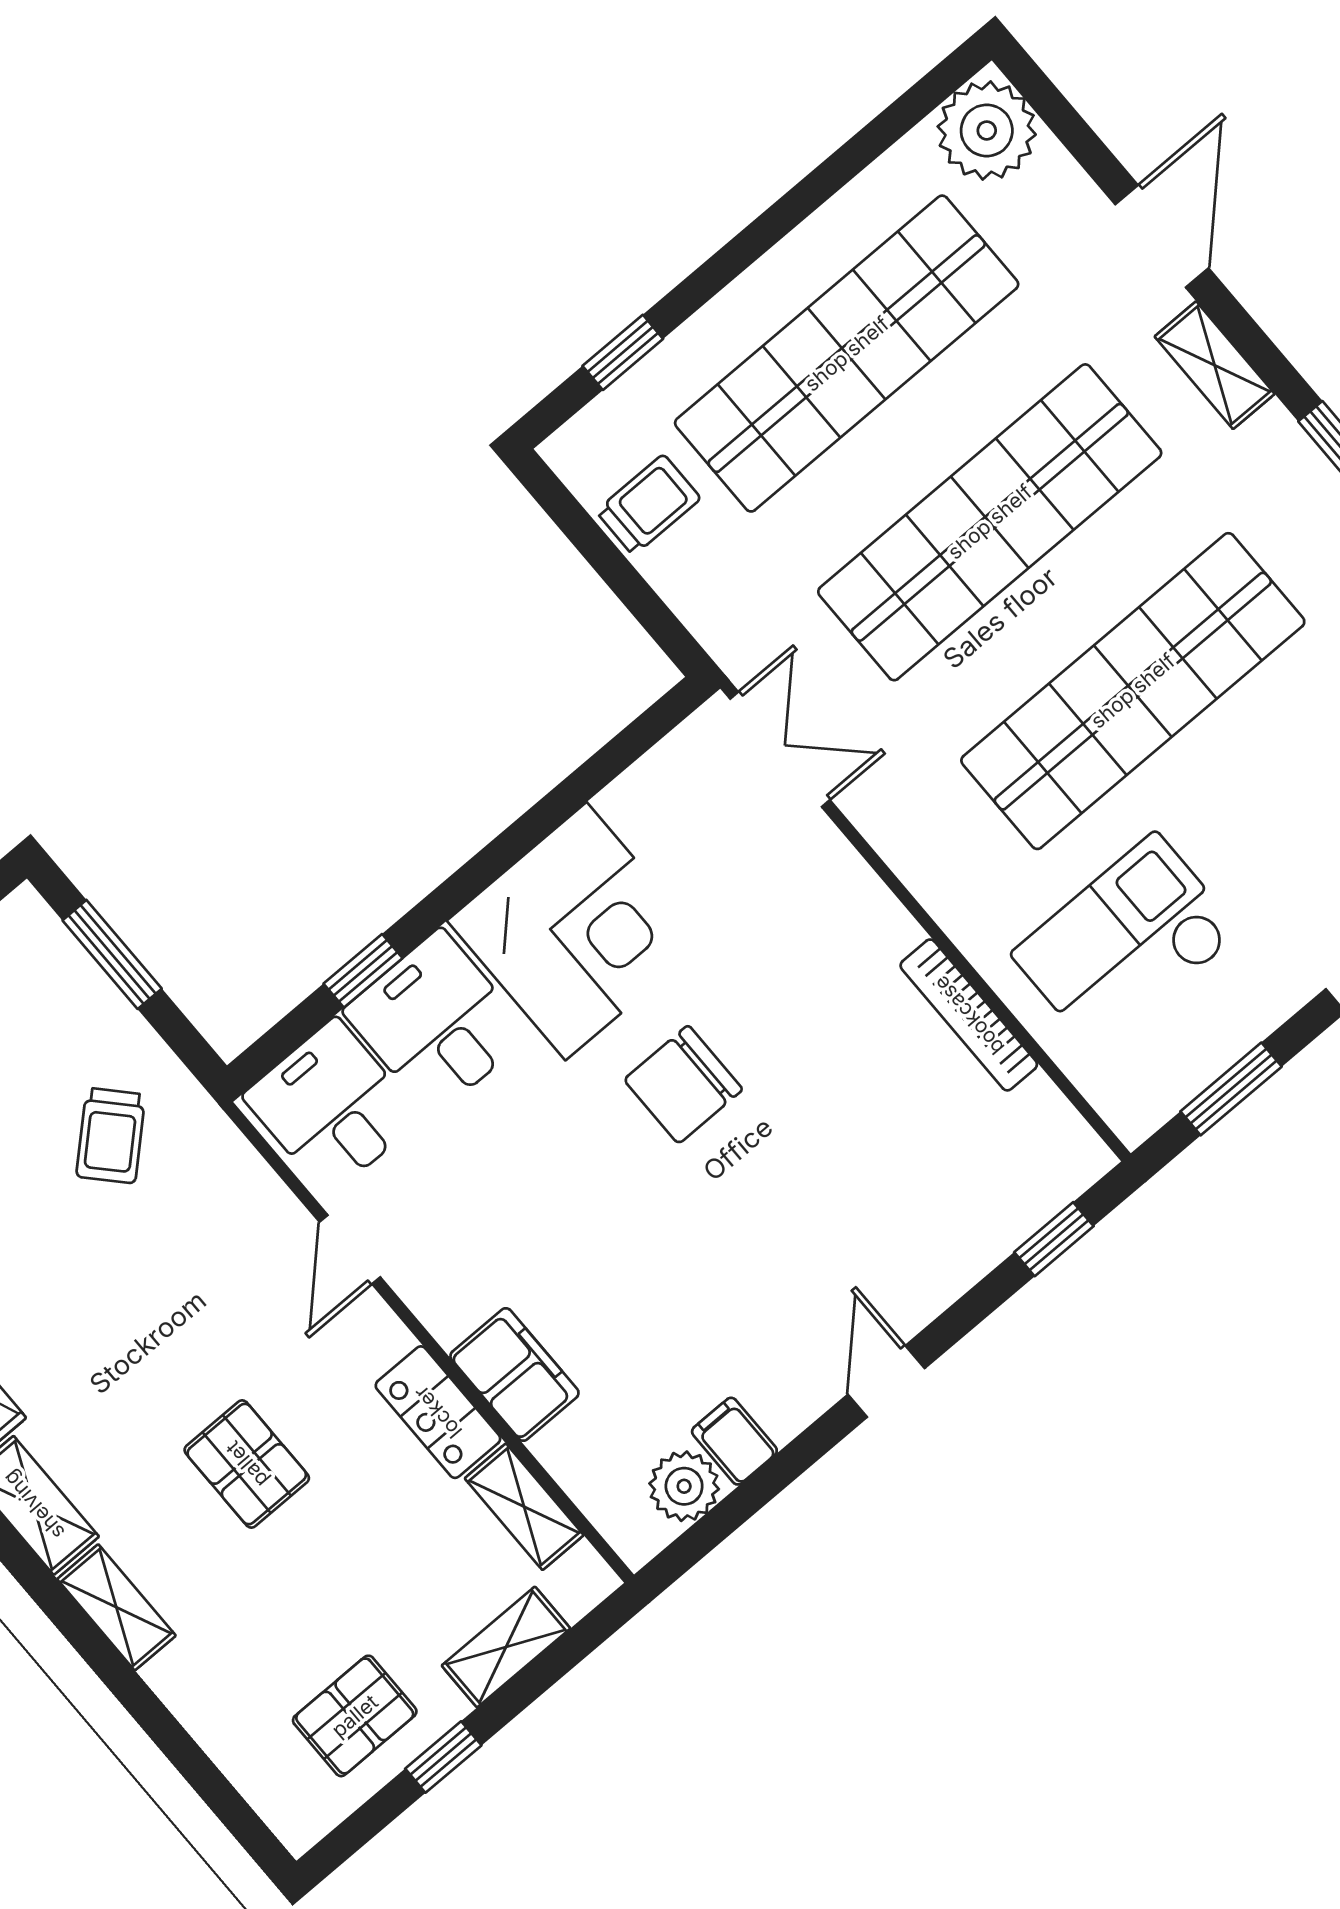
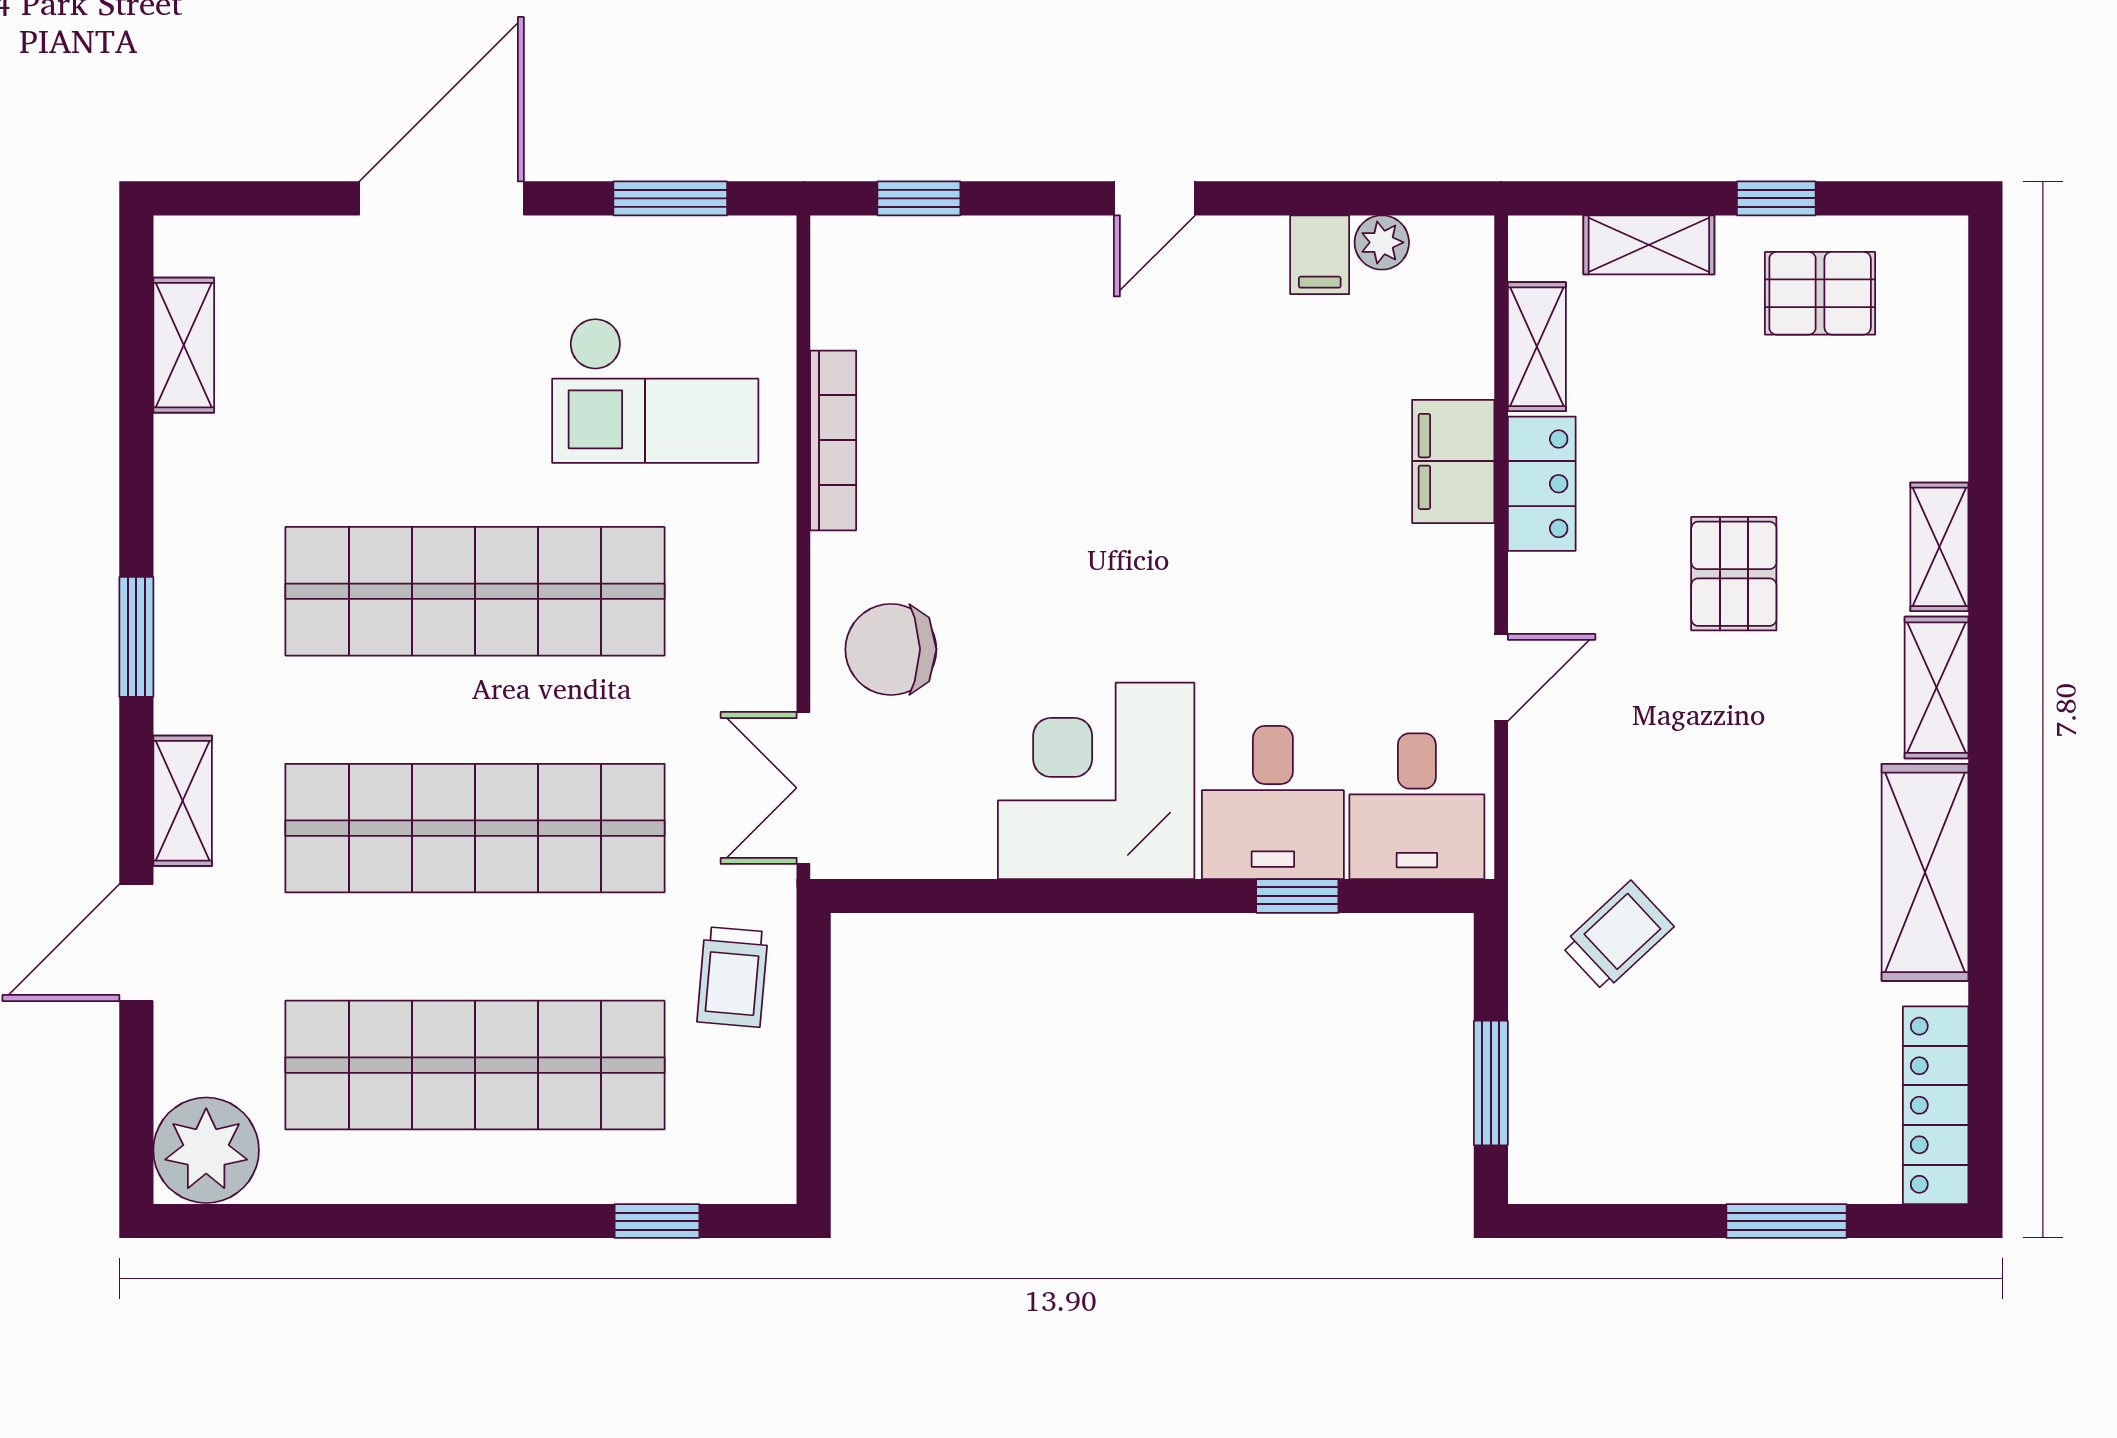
trolley: (648, 505) -> (733, 977), moved, turned -85
chair: (683, 1085) -> (891, 649), moved, turned 180
plant: (684, 1486) -> (1382, 242), width x0.73, depth x0.73

